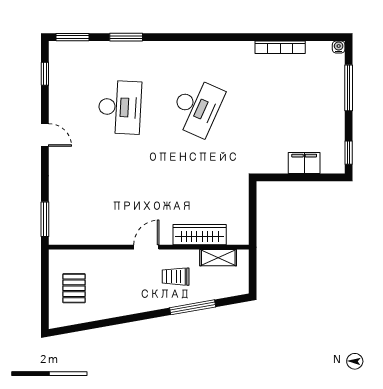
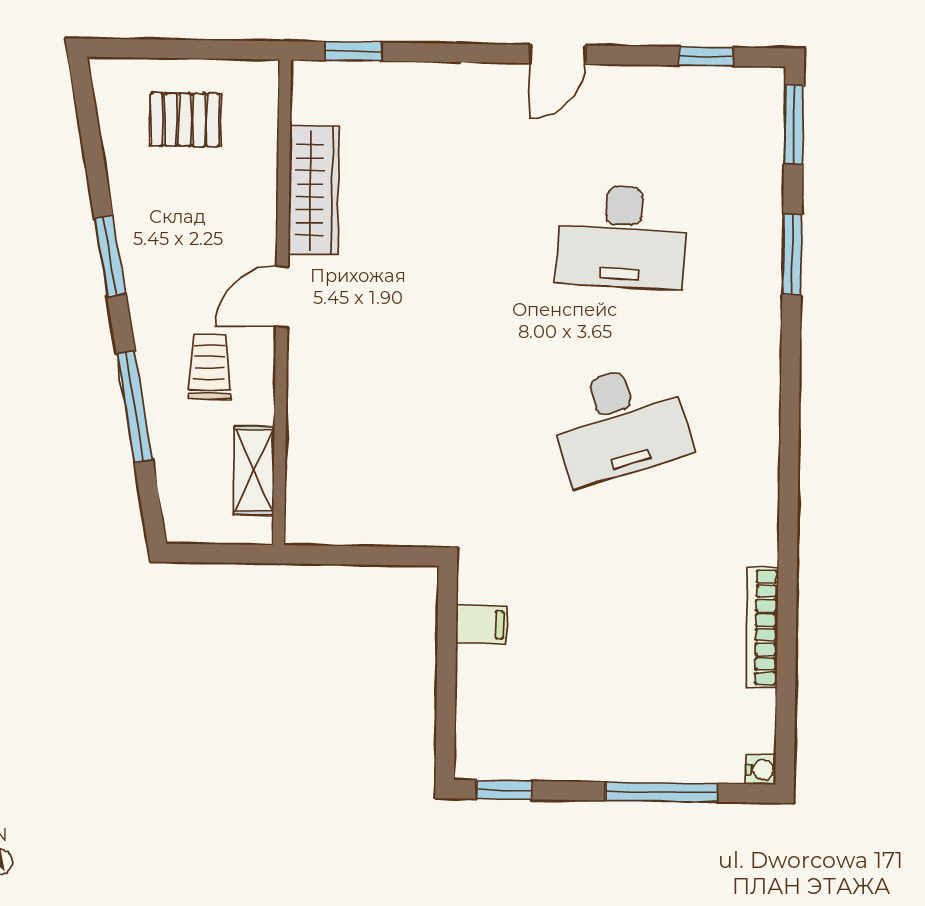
desk: (197, 107) -> (620, 423), turned -42
filing cabinet: (304, 163) -> (482, 625), moved, width x0.50
window: (45, 219) -> (353, 51), width x0.67
wardrobe: (200, 235) -> (314, 190), moved
door: (146, 247) -> (282, 297), swing flipped
window: (131, 318) -> (110, 256), added

